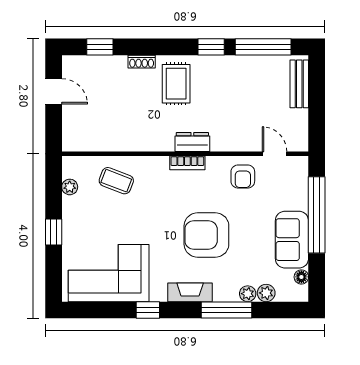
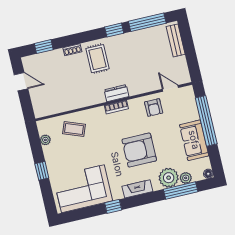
floor lamp: (301, 277) -> (208, 174), moved
plant: (248, 294) -> (169, 178), width x1.88, depth x1.88
window: (227, 310) -> (181, 190), moved

